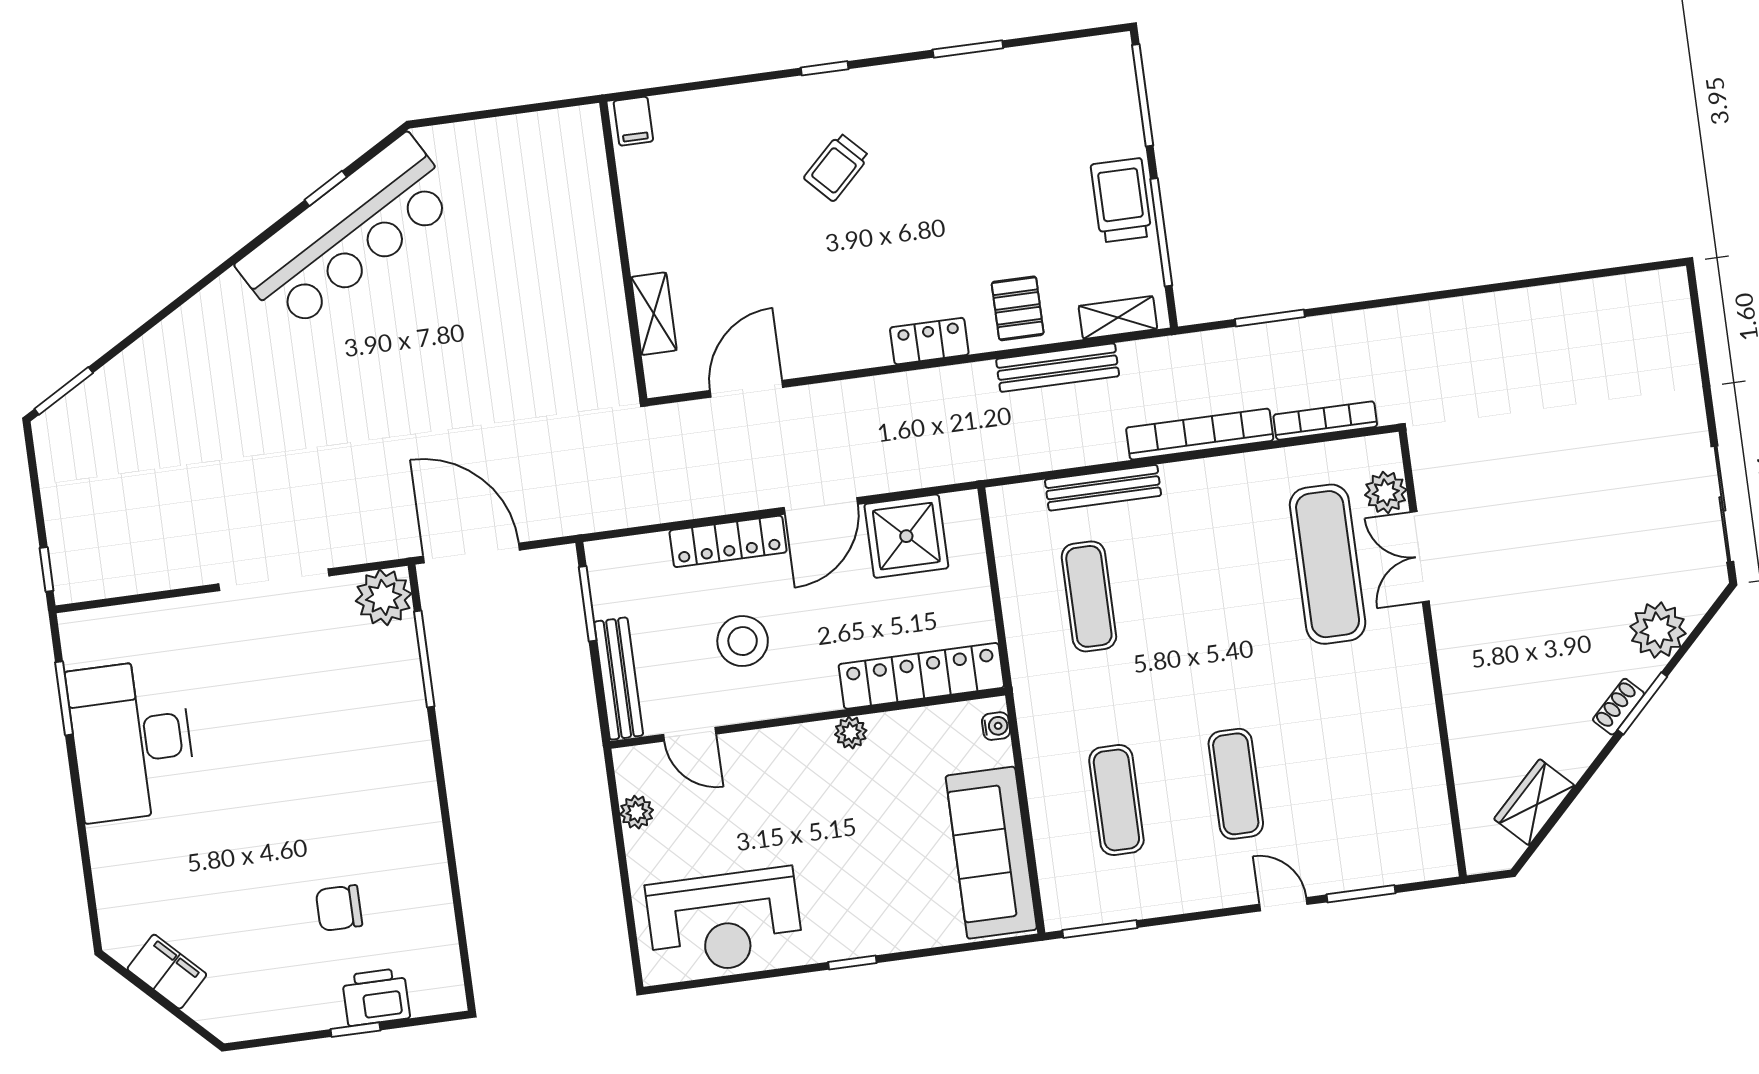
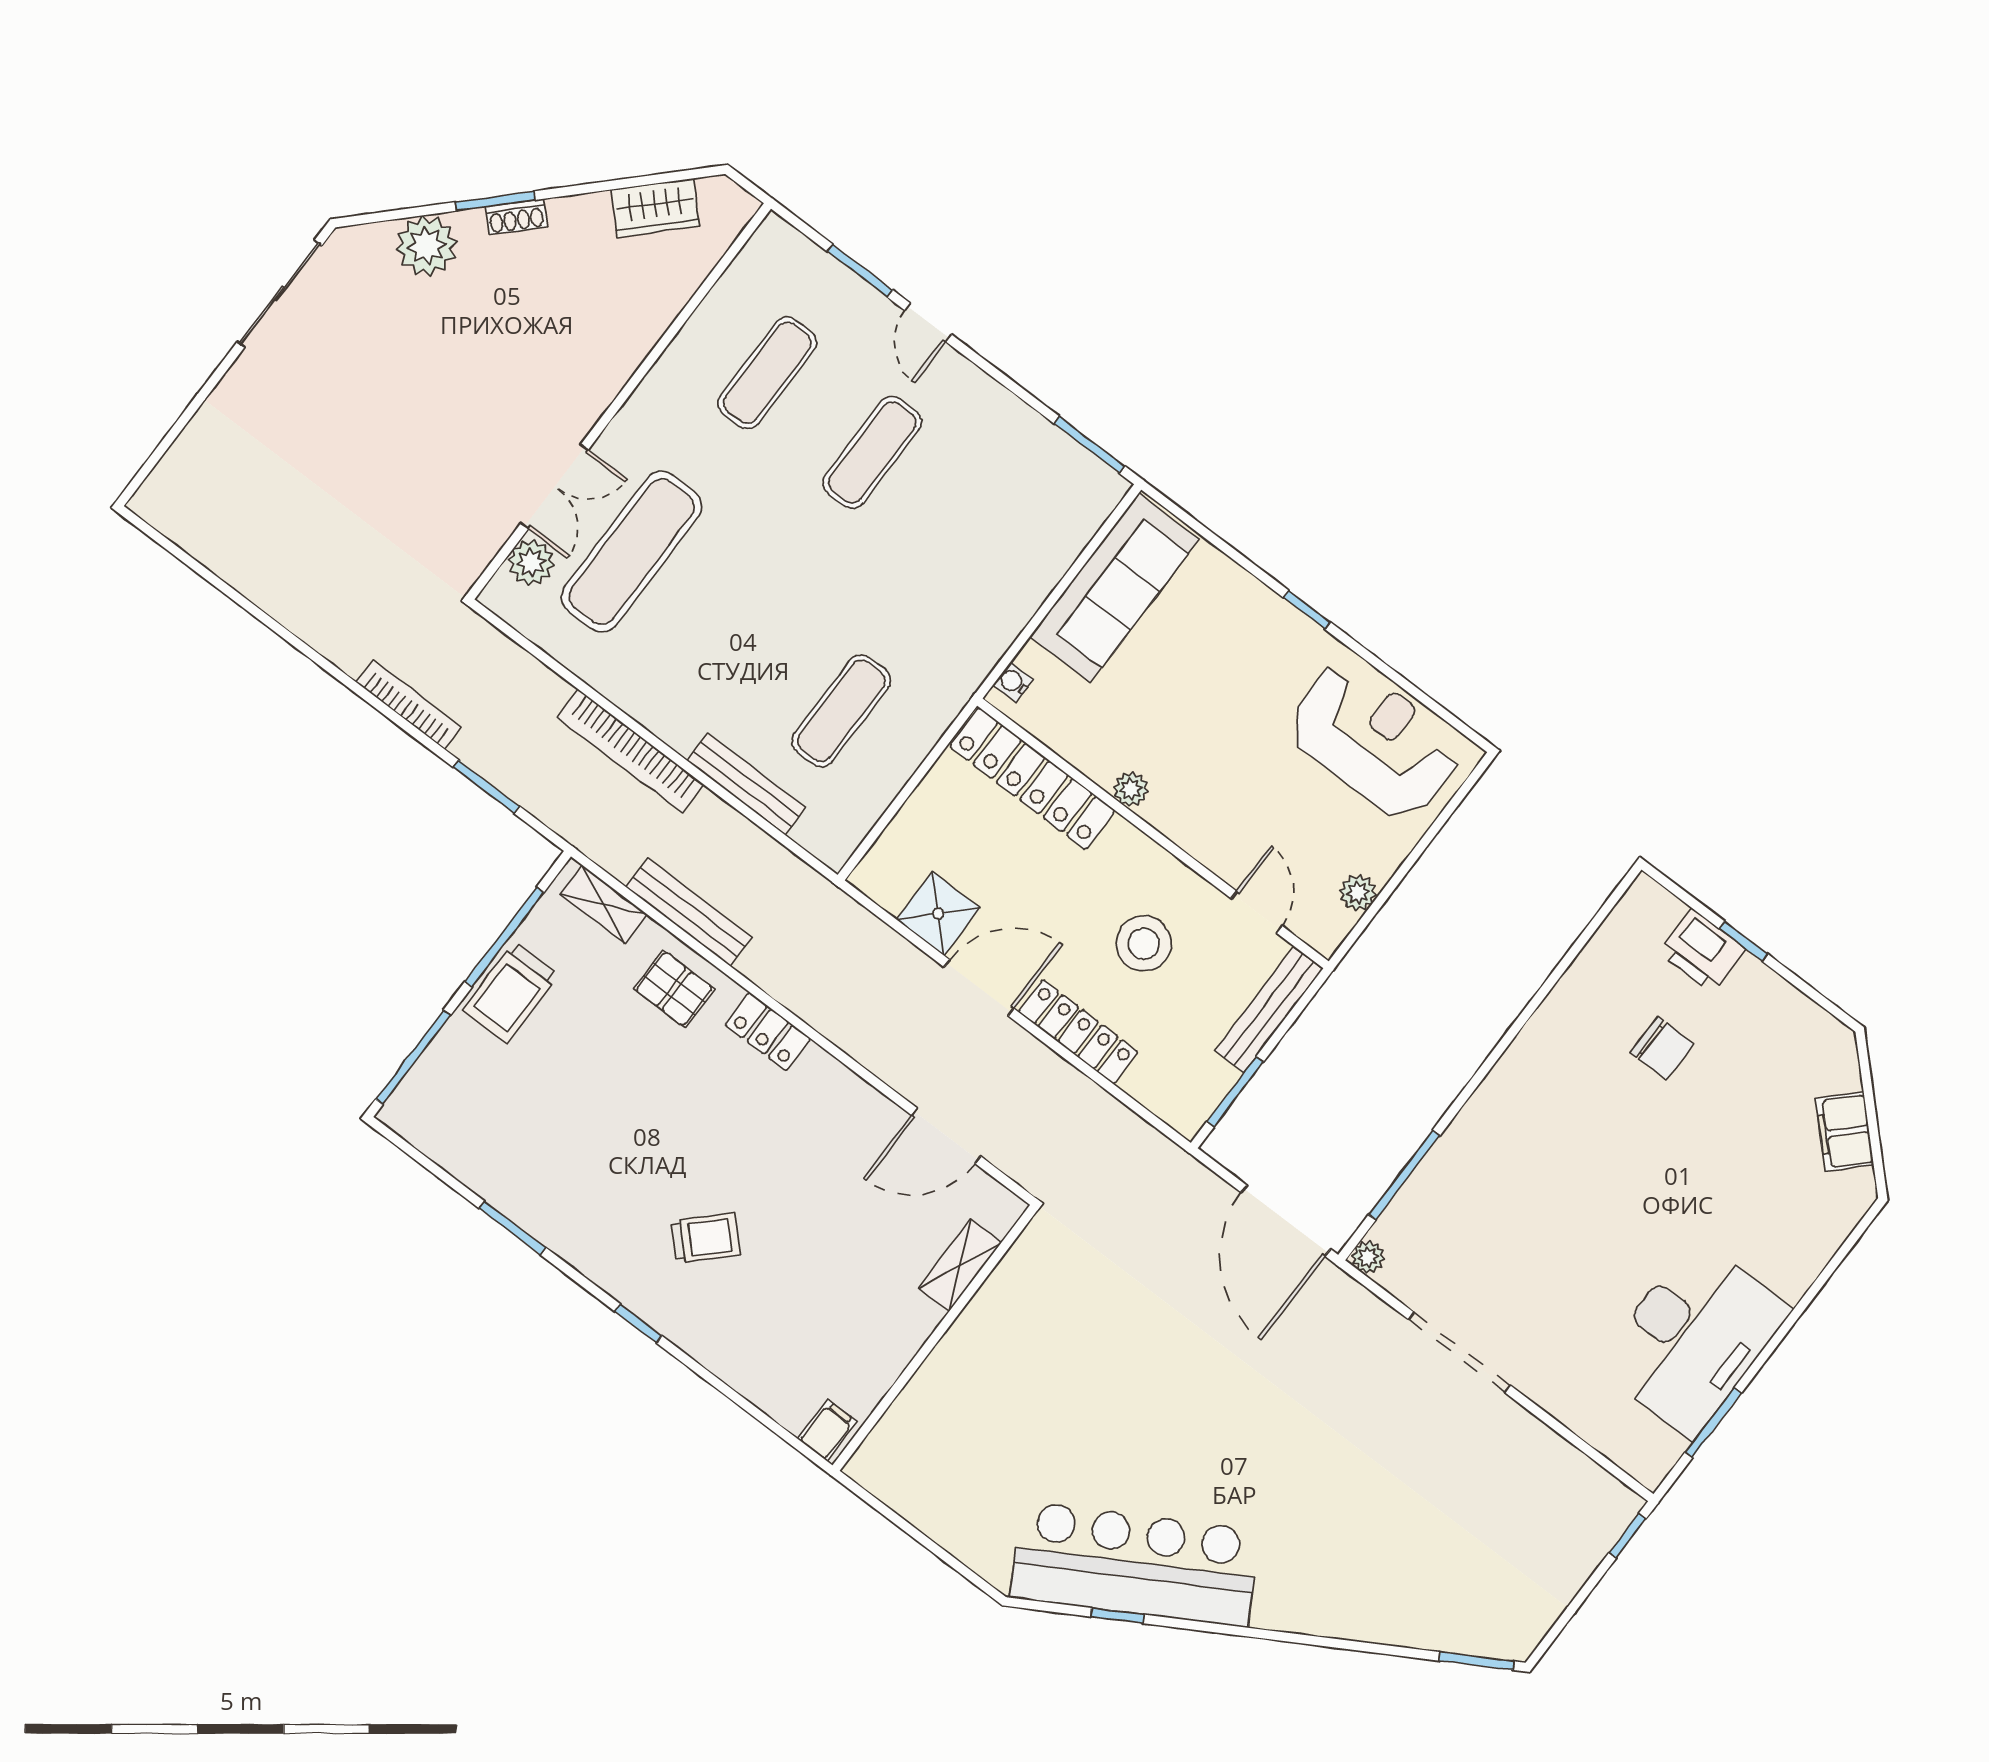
pallet: (1018, 308) -> (674, 989), turned 90
bookcase: (1325, 421) -> (409, 705), moved, turned 180
shower: (906, 536) -> (938, 914), width x0.73, depth x0.73
plant: (384, 597) -> (1368, 1257), width x0.53, depth x0.53
exercise mat: (1116, 800) -> (767, 373), moved

